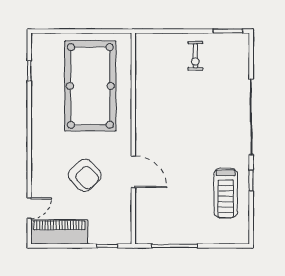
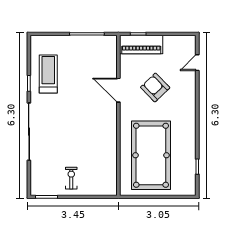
piano: (59, 232) -> (141, 45), moved

